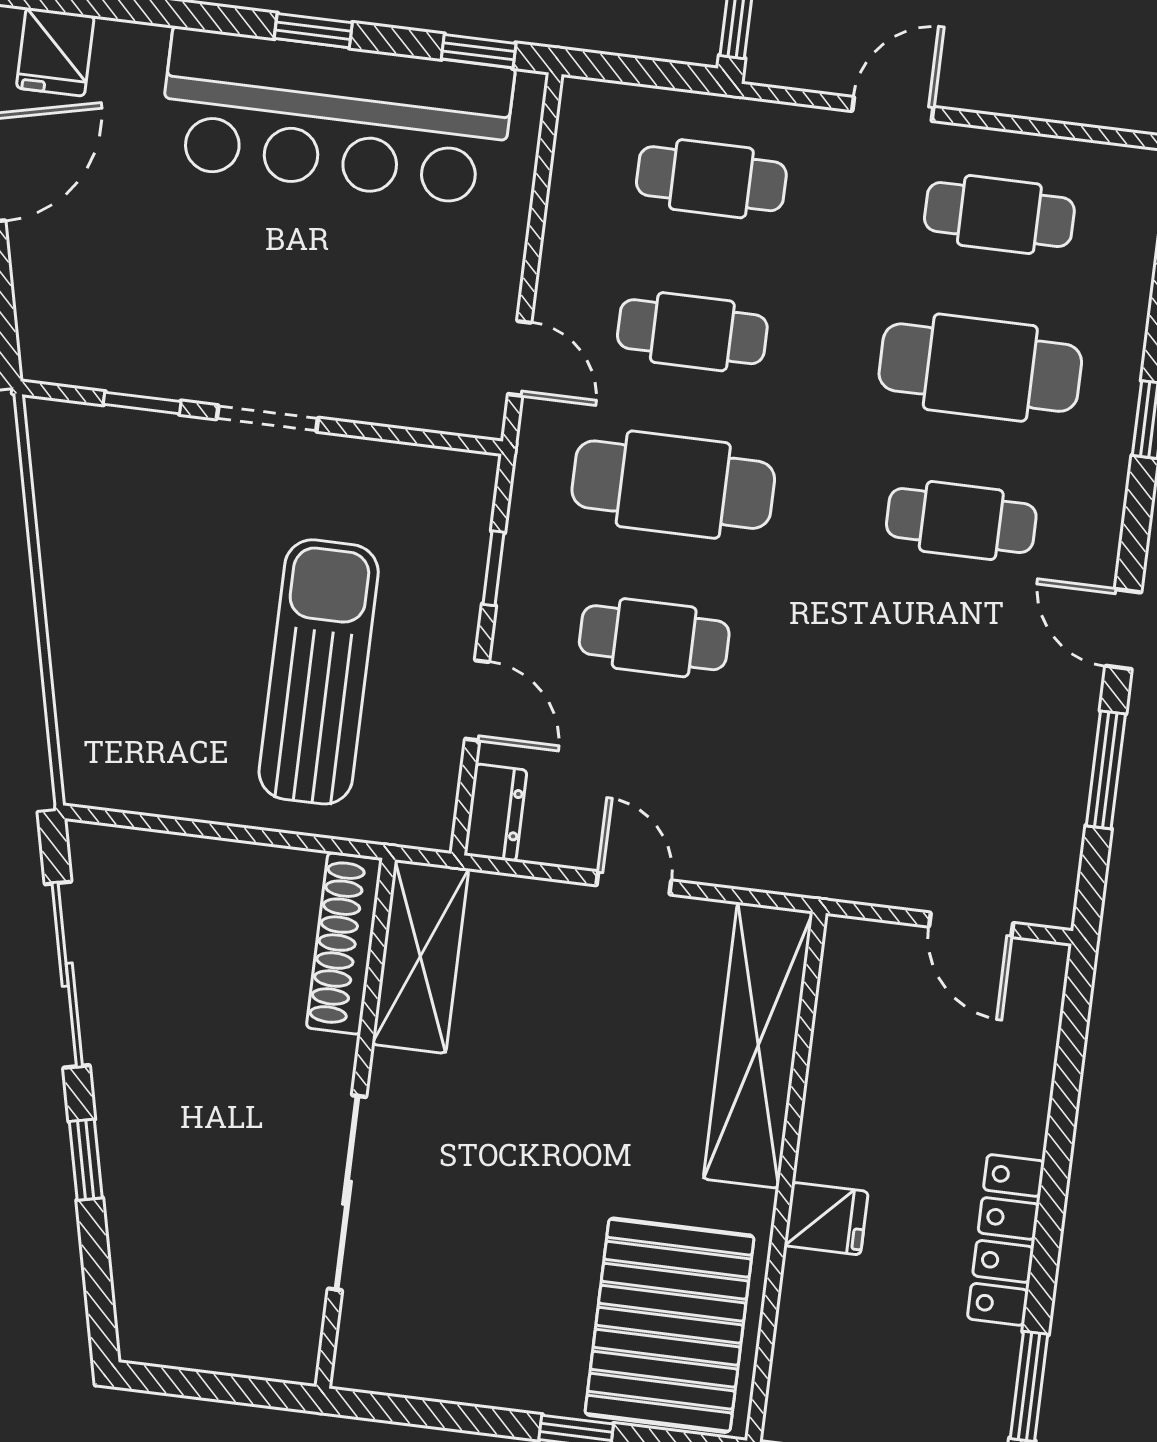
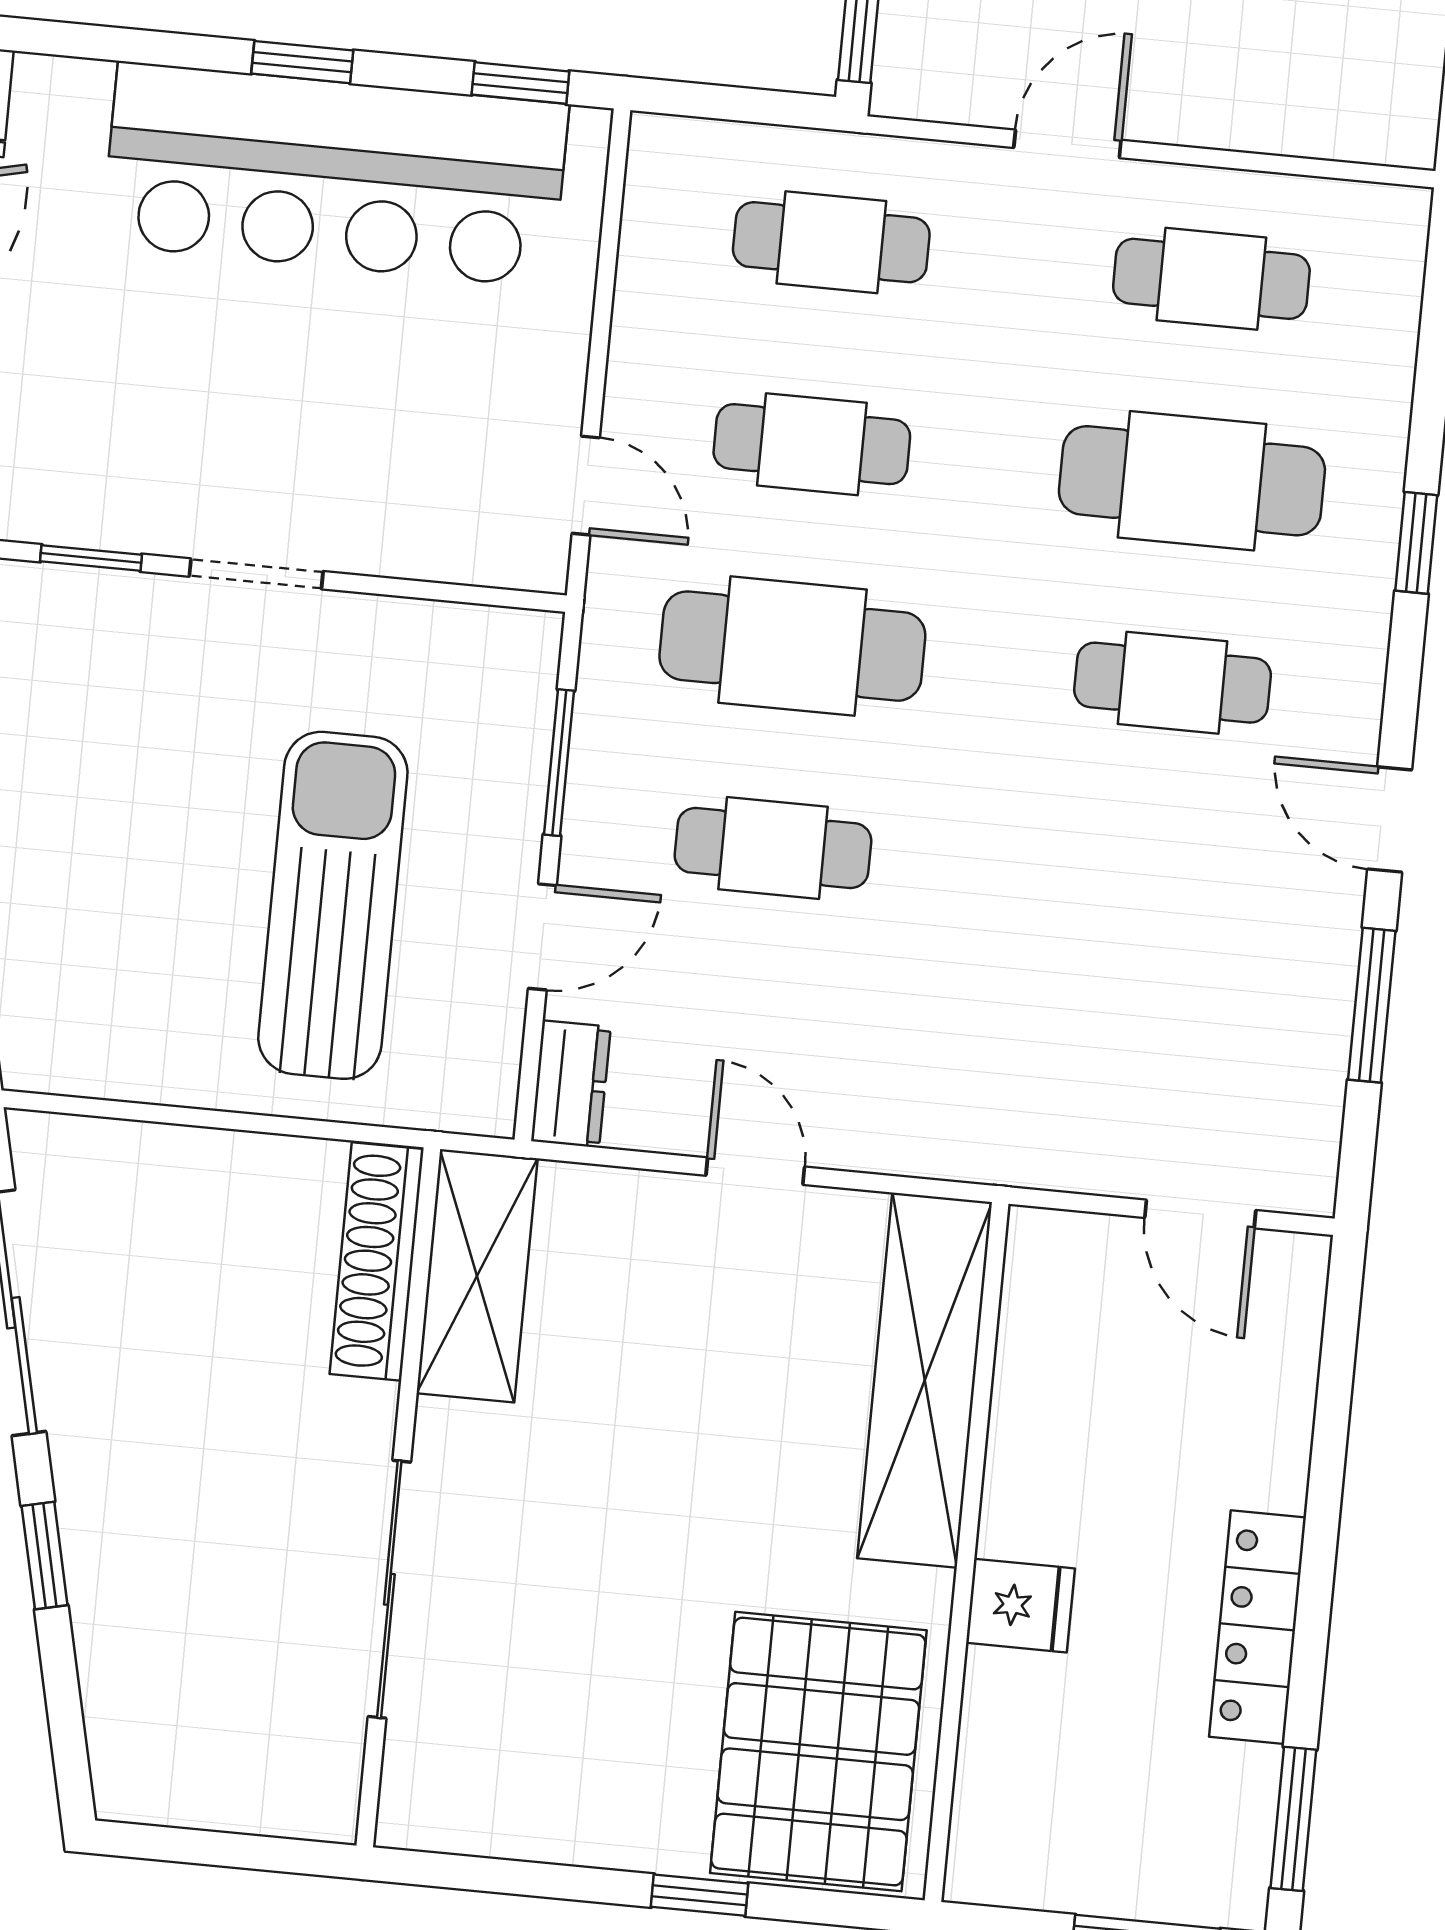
window: (494, 568) -> (559, 763), width x1.50
door: (477, 700) -> (542, 937), hinge flipped

